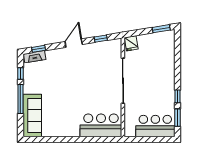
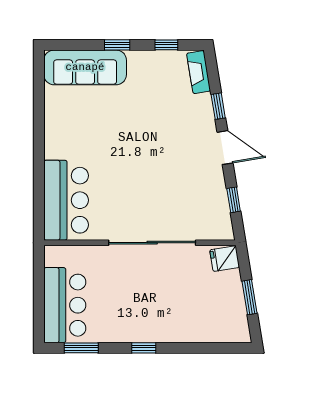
window: (161, 29) -> (249, 297), moved
window: (39, 49) -> (218, 106), moved
window: (177, 96) -> (144, 348), moved
window: (20, 99) -> (117, 45), width x0.46

